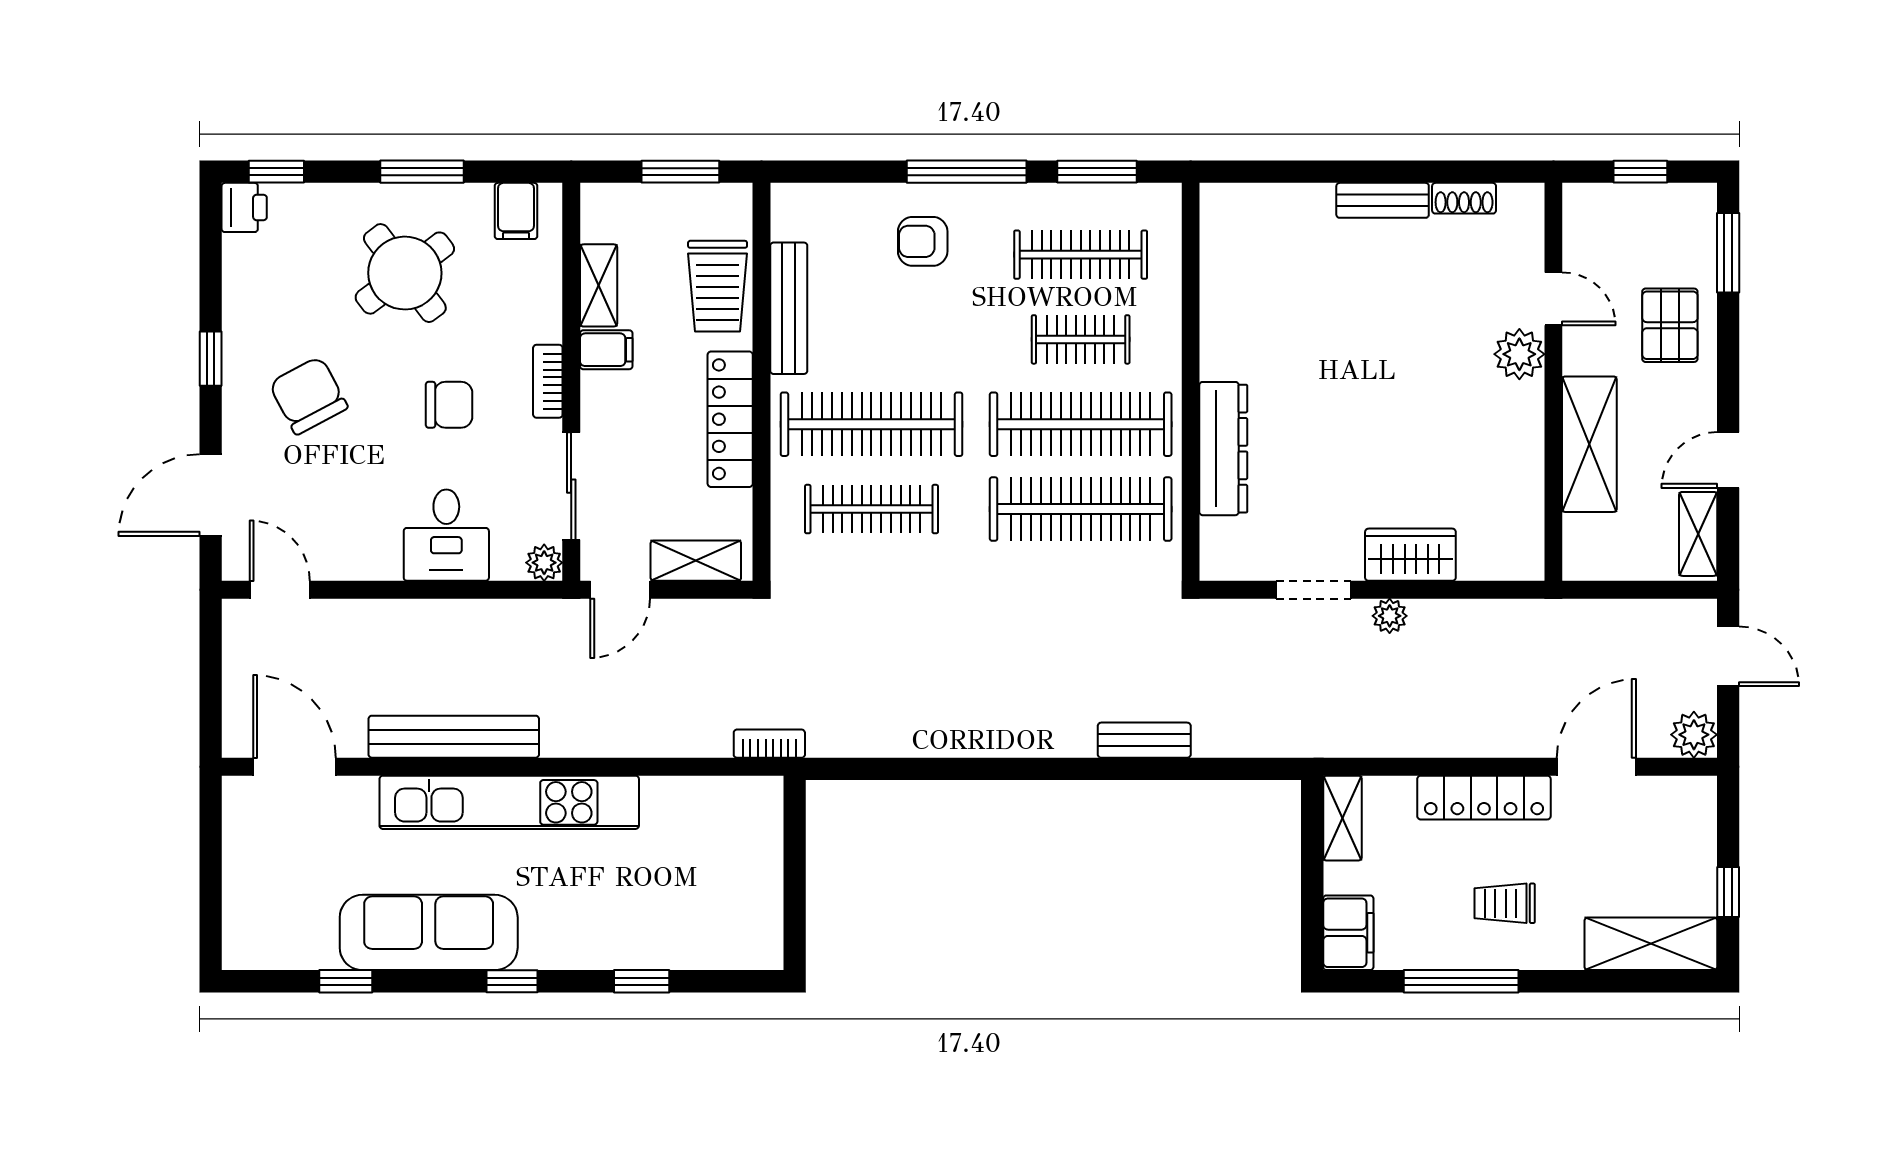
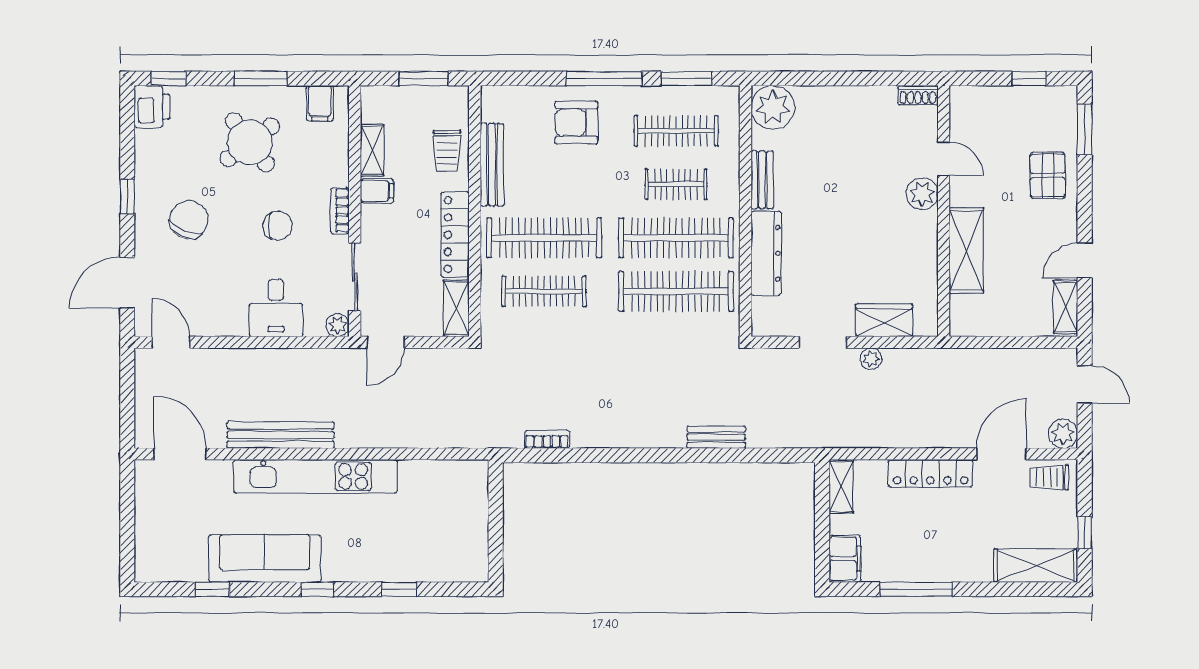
bench: (1383, 200) -> (762, 180), moved, turned 90
printer: (244, 207) -> (152, 107), width x1.36, depth x1.24
plant: (1234, 217) -> (773, 107), added
armchair: (923, 241) -> (576, 122), width x1.38, depth x1.38
trolley: (718, 286) -> (447, 151), width x0.73, depth x0.72
door: (1553, 299) -> (944, 159), moved
plant: (1519, 354) -> (922, 194), moved
wall: (1553, 382) -> (944, 211), moved
chair: (308, 395) -> (189, 220), turned 51
shelving: (1589, 444) -> (966, 250), moved
shelving: (696, 561) -> (456, 308), moved, turned 90
bookcase: (769, 744) -> (547, 439), moved
trolley: (1505, 903) -> (1049, 477), moved

